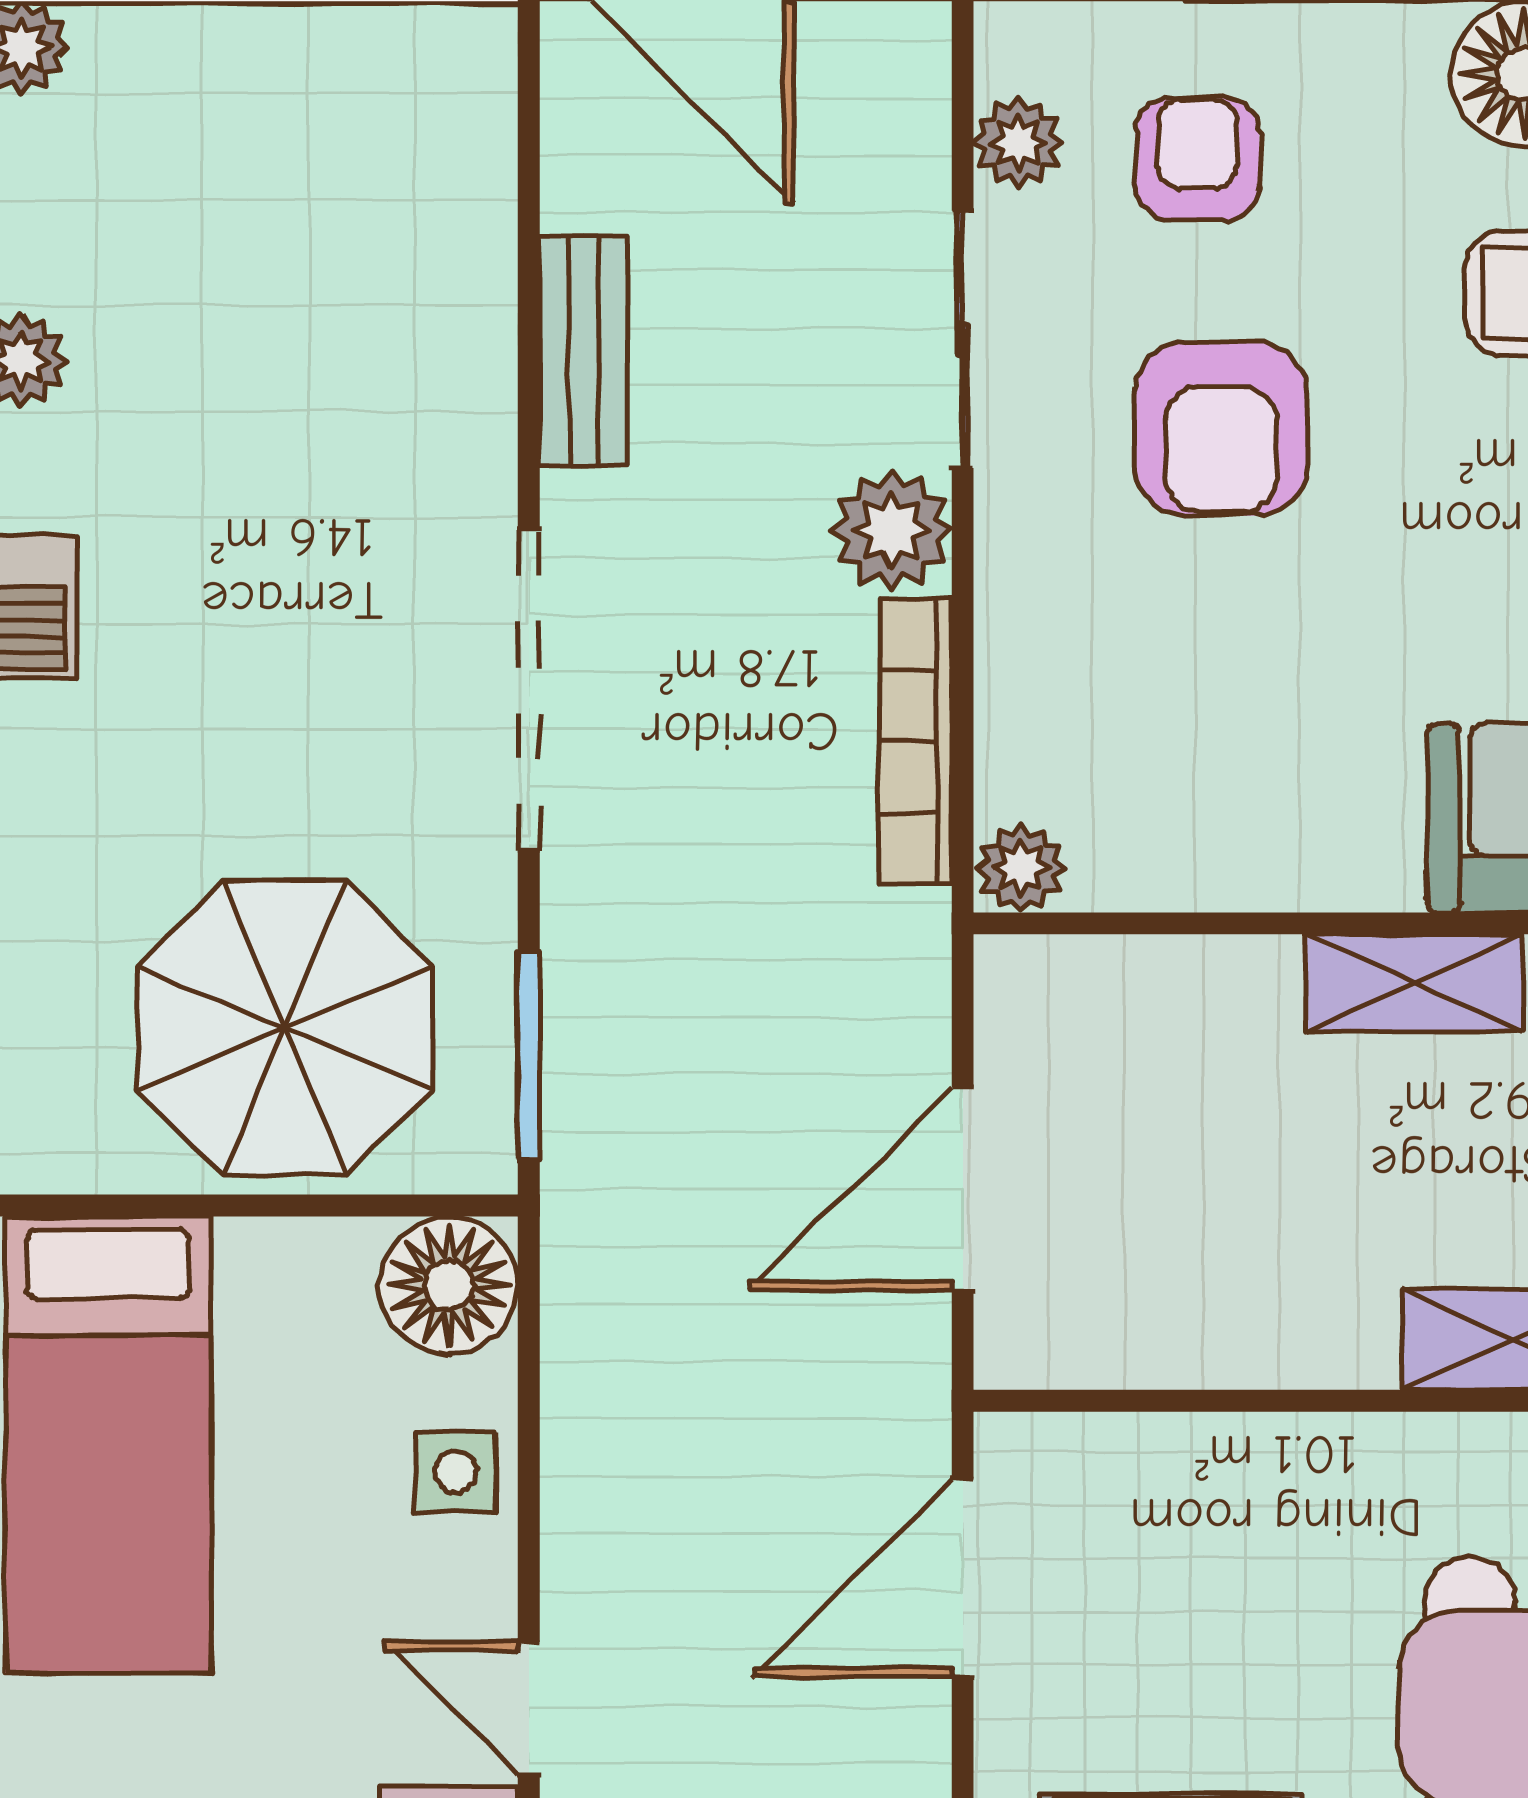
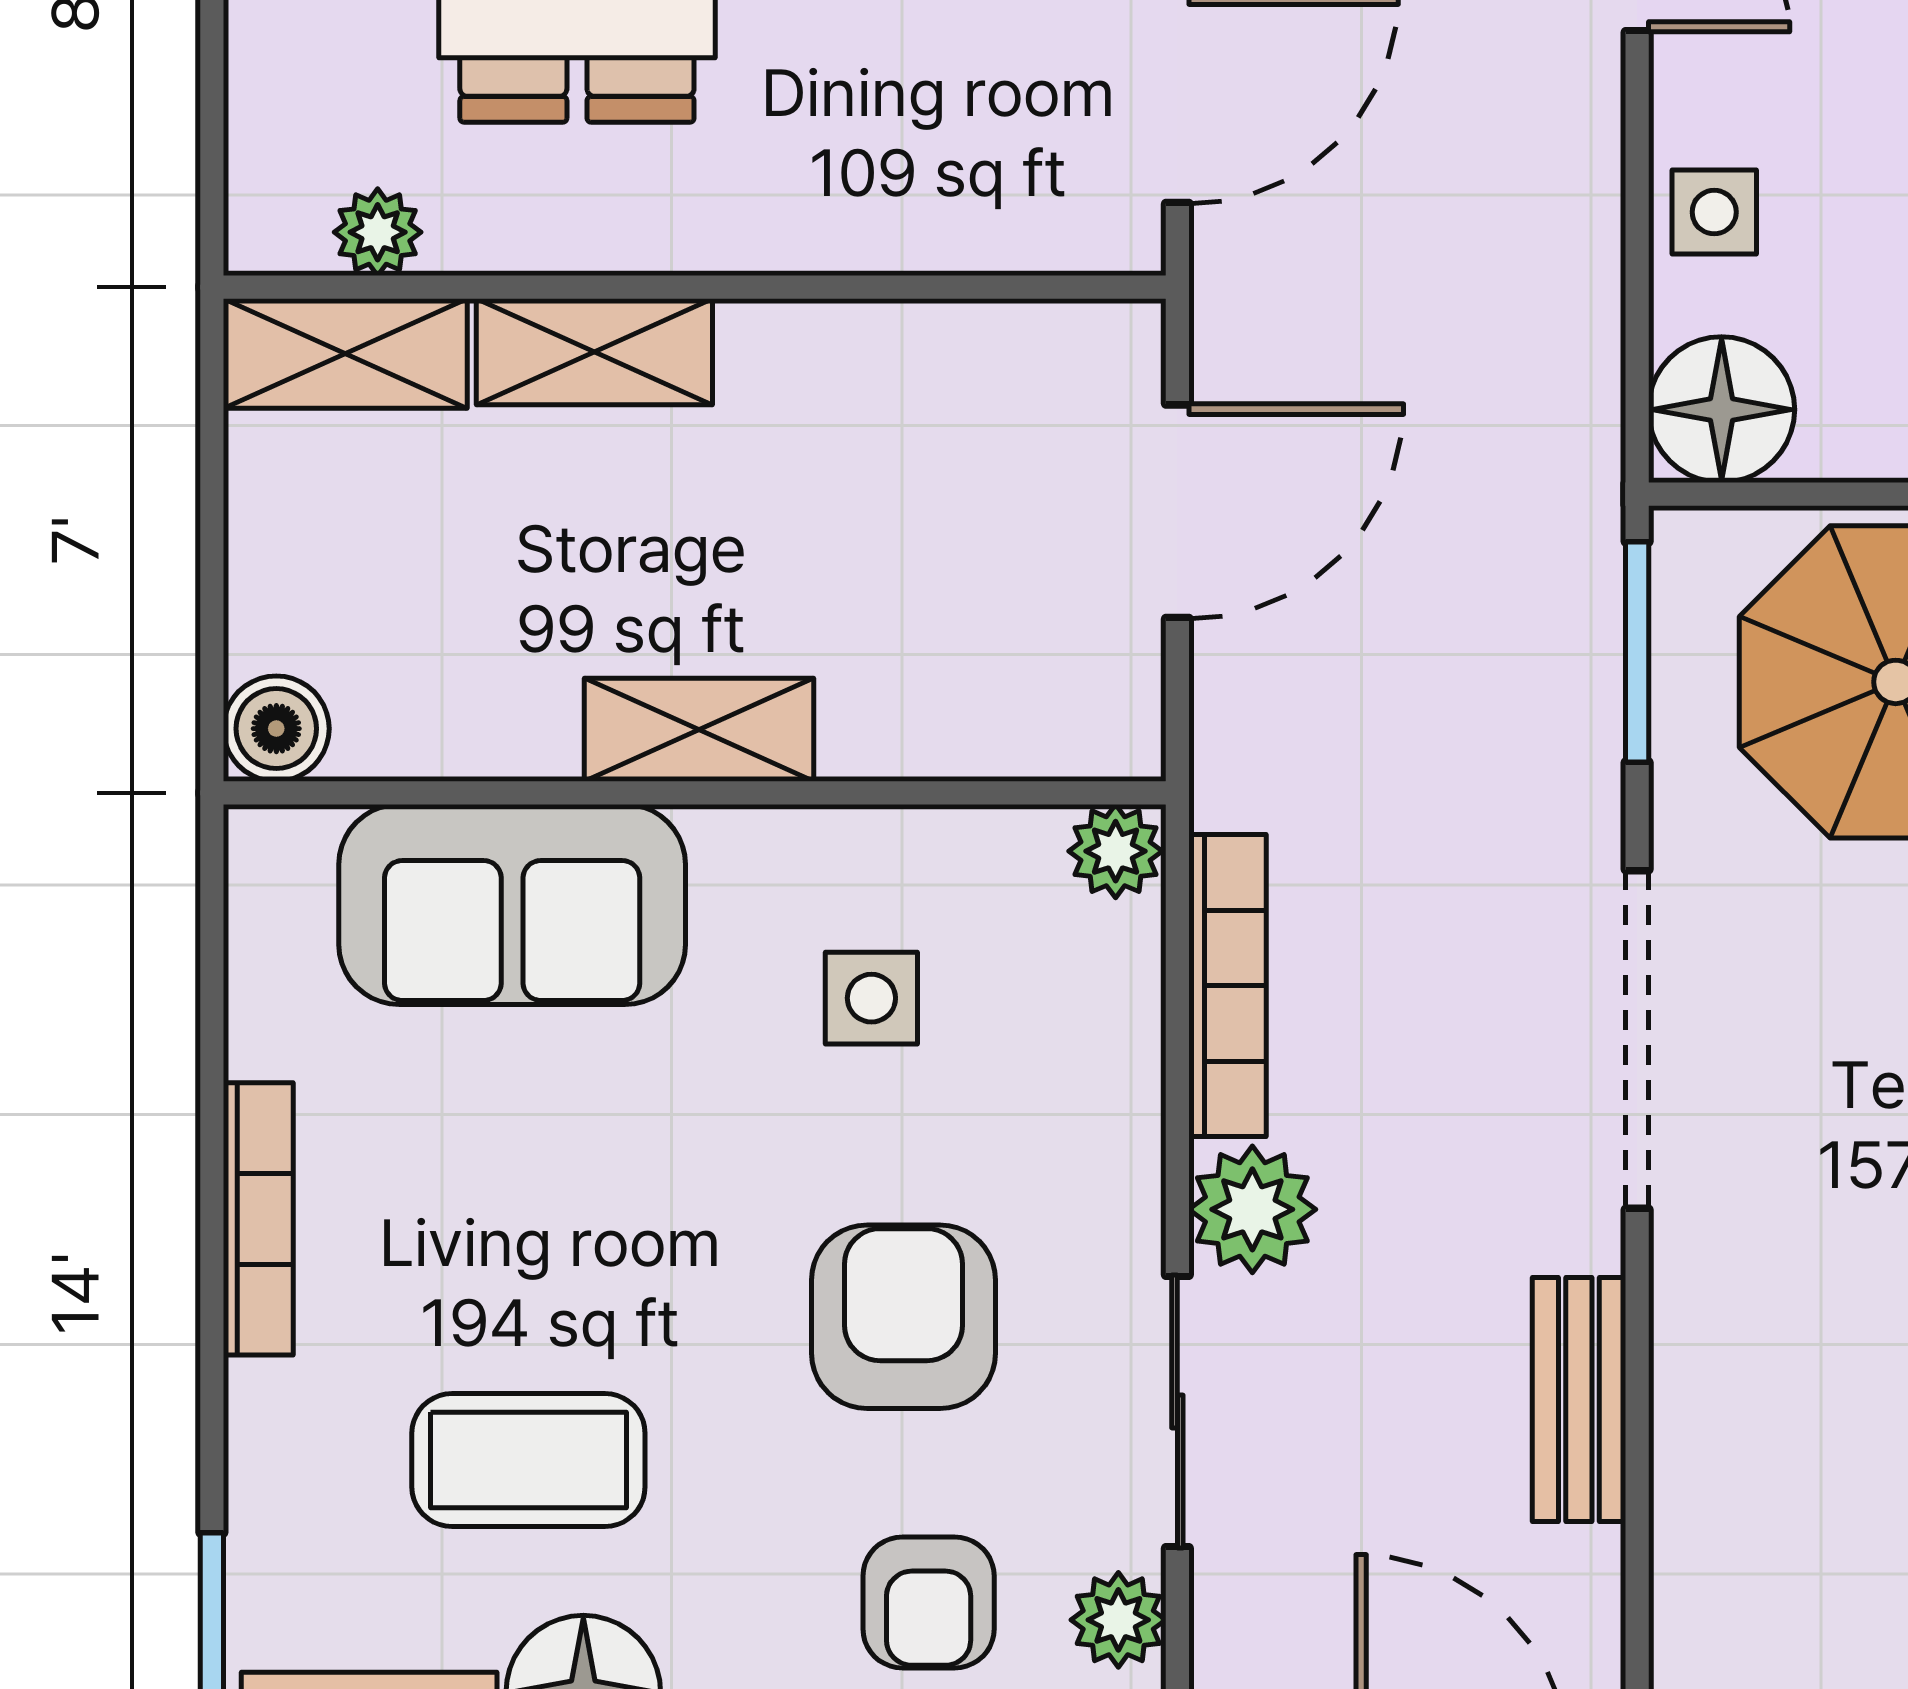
side table: (1251, 730) -> (871, 998), added

